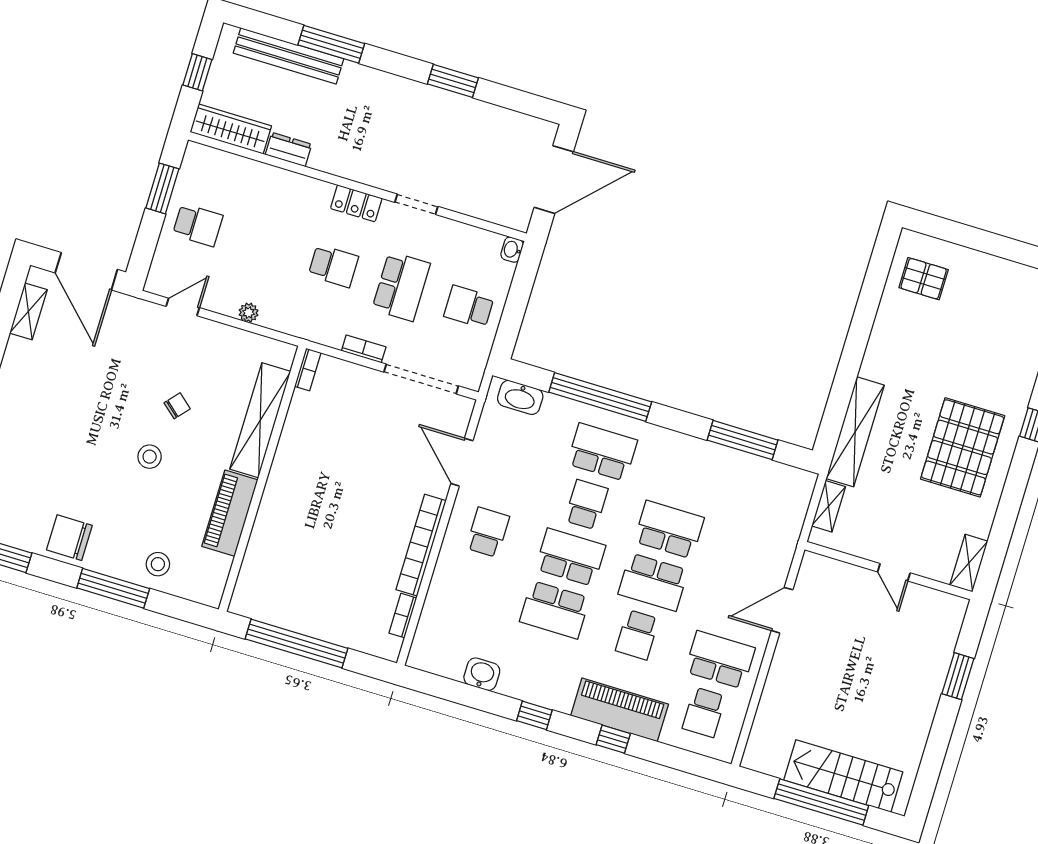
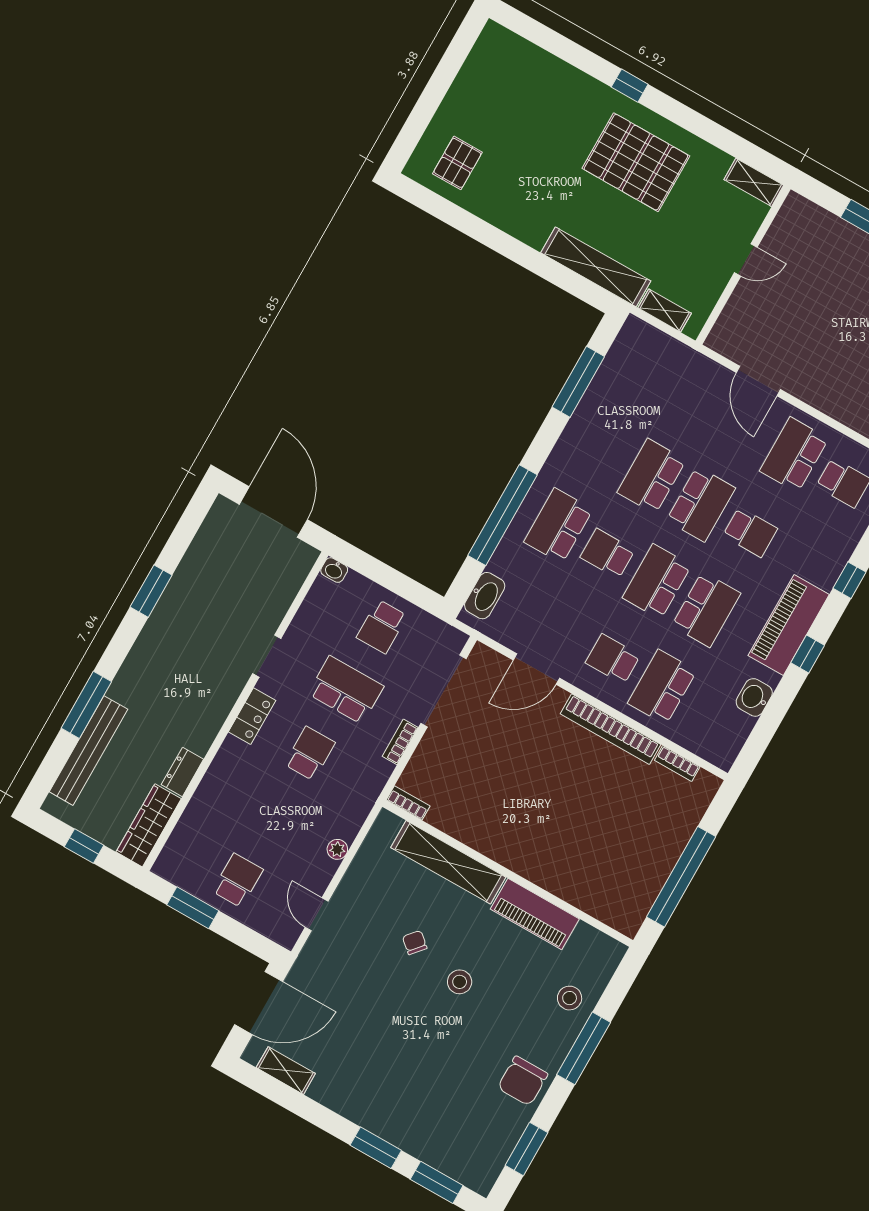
school desk: (472, 585) -> (662, 687), added
piano: (620, 710) -> (789, 625), moved

